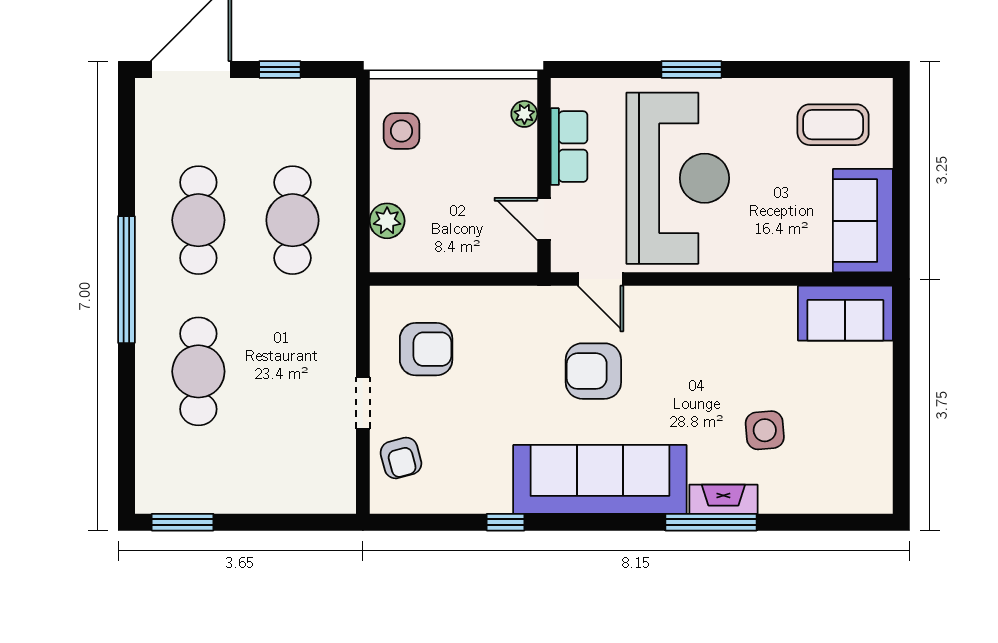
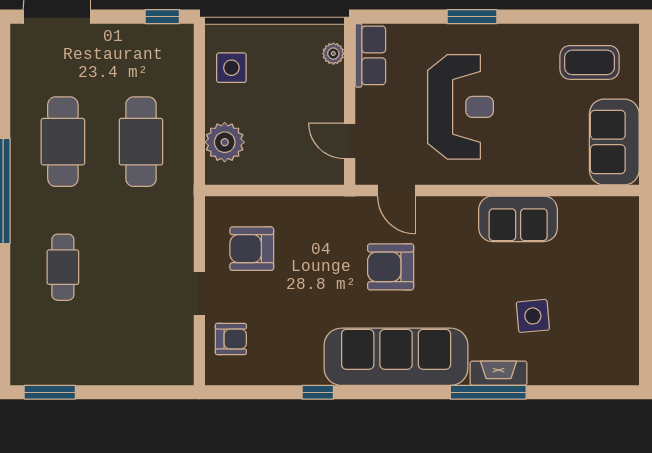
window: (280, 69) -> (162, 17), moved
row of seats: (569, 147) -> (370, 55), moved
reception desk: (678, 178) -> (461, 107), width x0.74, depth x0.77
plant: (387, 221) -> (225, 142), width x1.36, depth x1.36
sofa: (845, 313) -> (518, 219), moved
armchair: (426, 349) -> (252, 249), turned 180
cafe table: (198, 371) -> (63, 267), width x0.73, depth x0.74
armchair: (401, 458) -> (231, 339), turned -75

